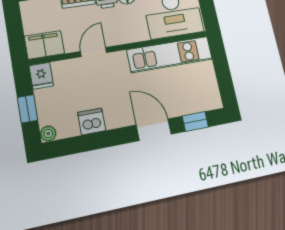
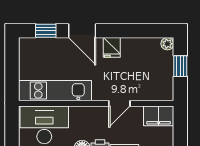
fridge: (41, 76) -> (112, 47), moved, turned 180
dishwasher: (92, 121) -> (131, 47), removed

